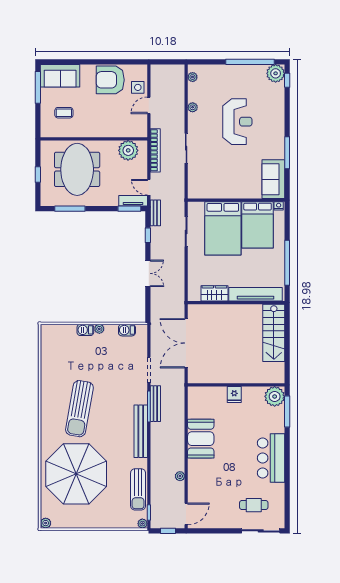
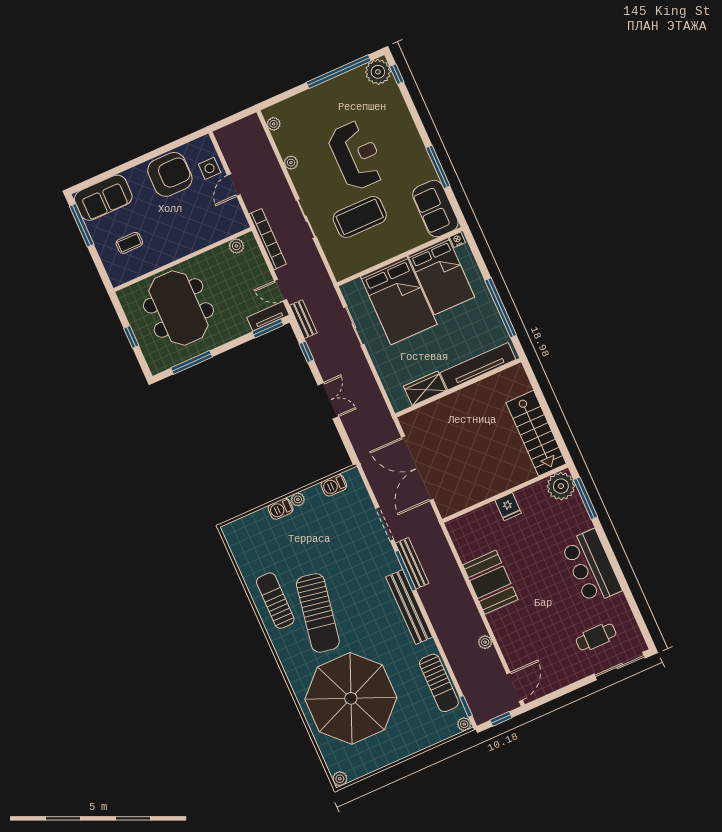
armchair: (110, 80) -> (170, 174), turned 180
plant: (128, 150) -> (236, 246), width x0.53, depth x0.53
coffee table: (222, 163) -> (360, 217), added
stairs: (274, 333) -> (536, 433), moved
sun lounger: (55, 388) -> (275, 601), added

